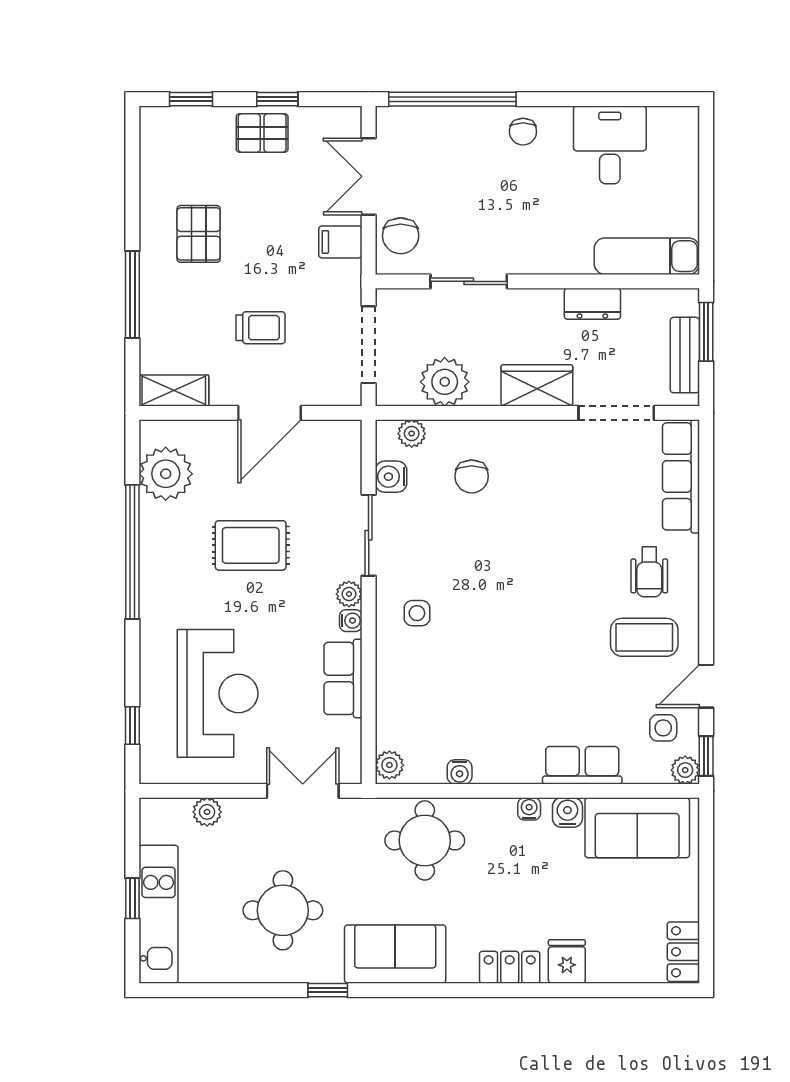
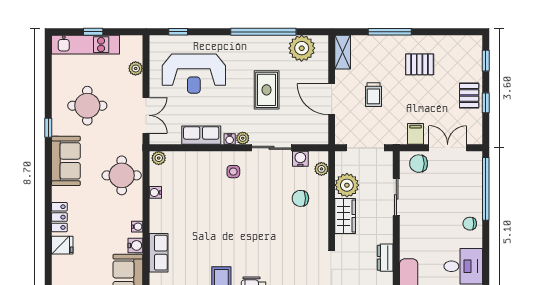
wardrobe: (537, 385) -> (345, 216), moved

